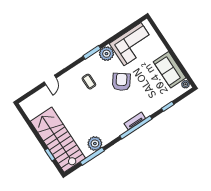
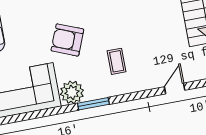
armchair: (121, 82) -> (67, 40), turned 75

